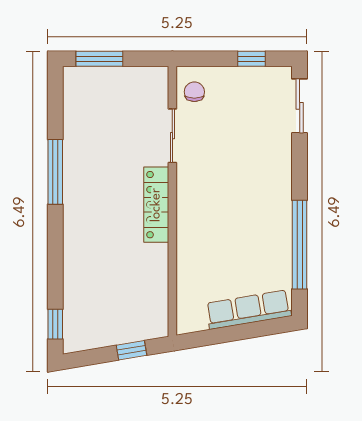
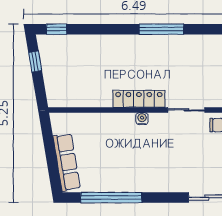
water cooler: (185, 200) -> (142, 119), added
window: (132, 350) -> (35, 62), moved

